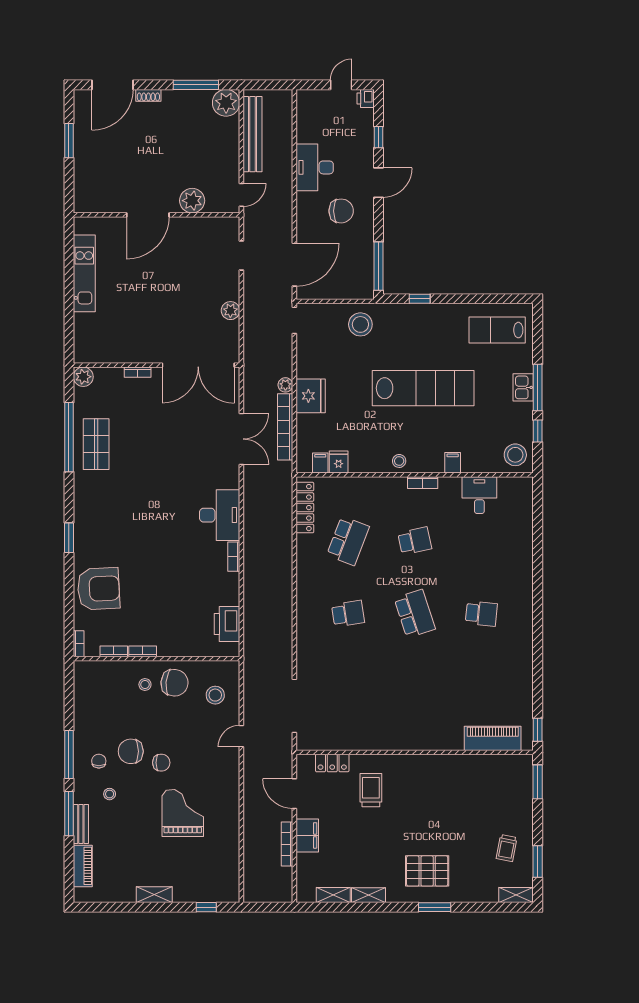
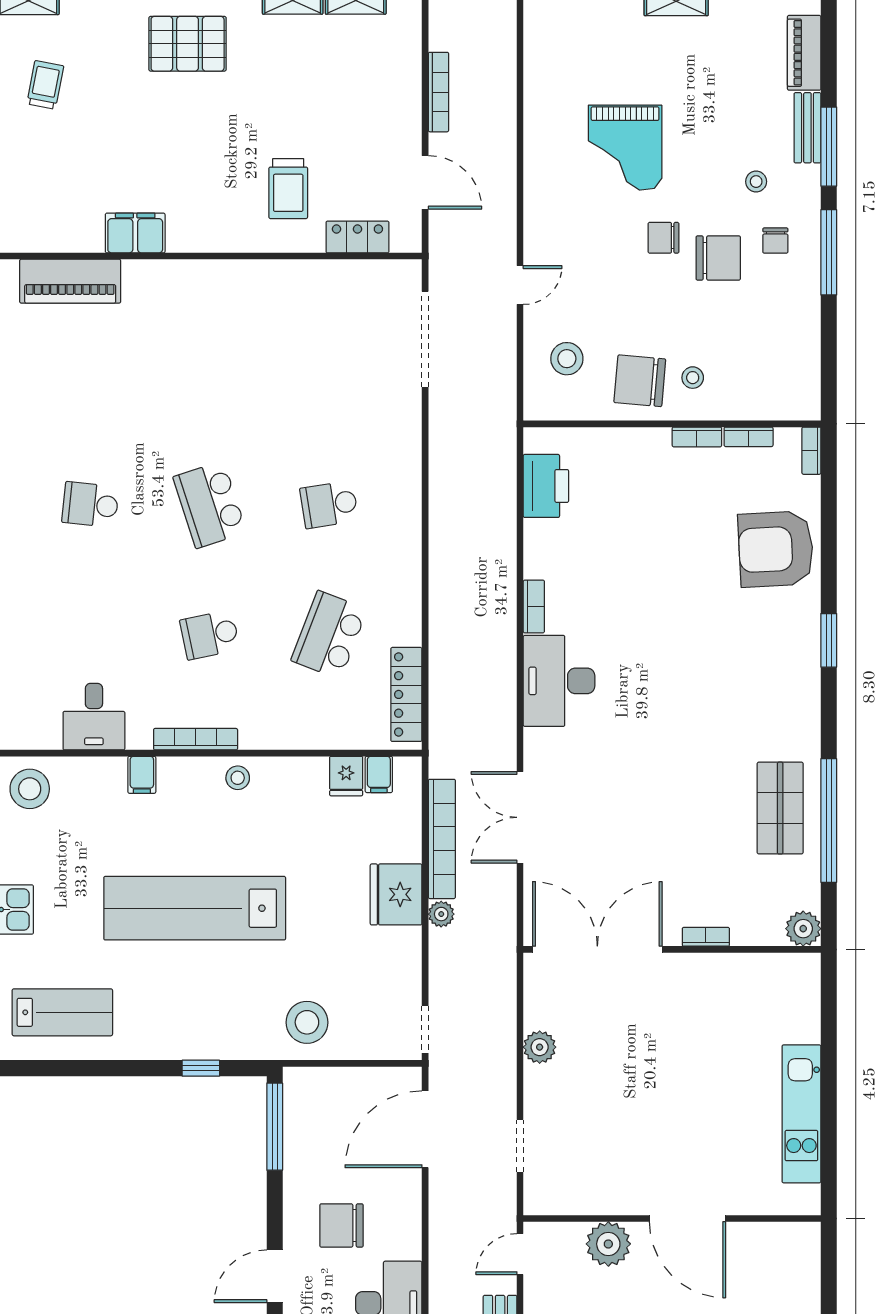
door: (148, 215) -> (688, 1219), swing flipped
bookcase: (423, 483) -> (196, 739), width x1.56
filing cabinet: (307, 835) -> (135, 233), moved, turned 90

